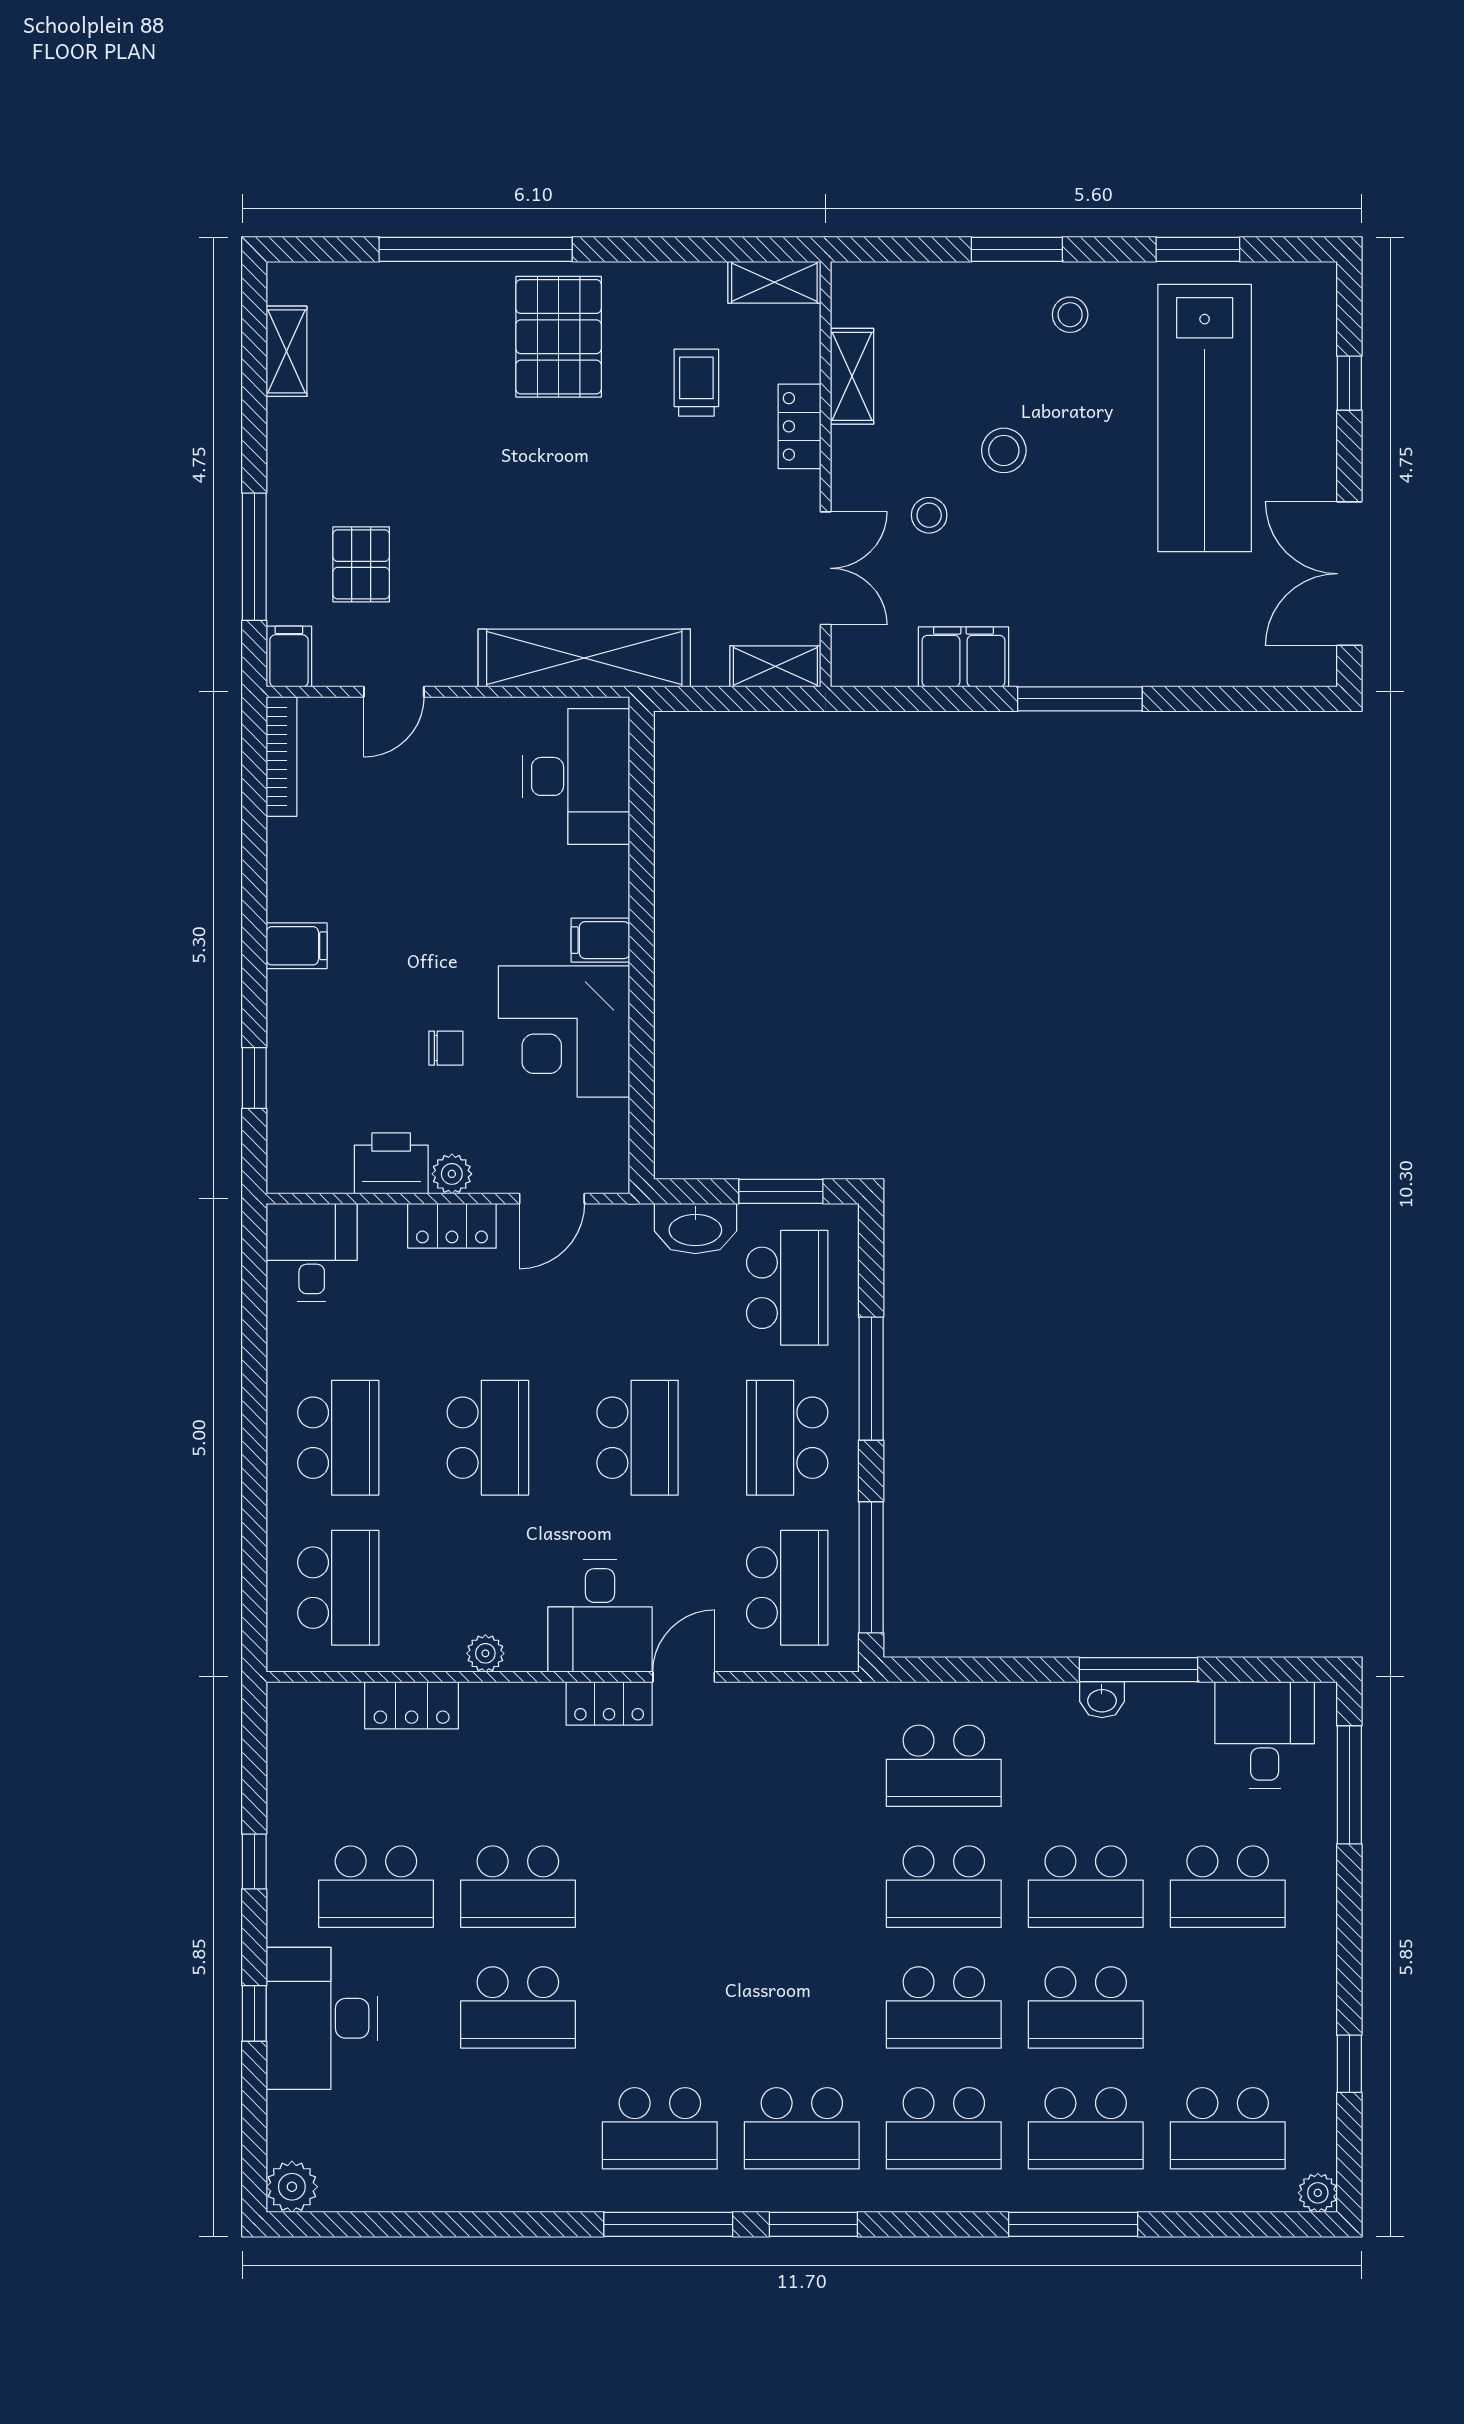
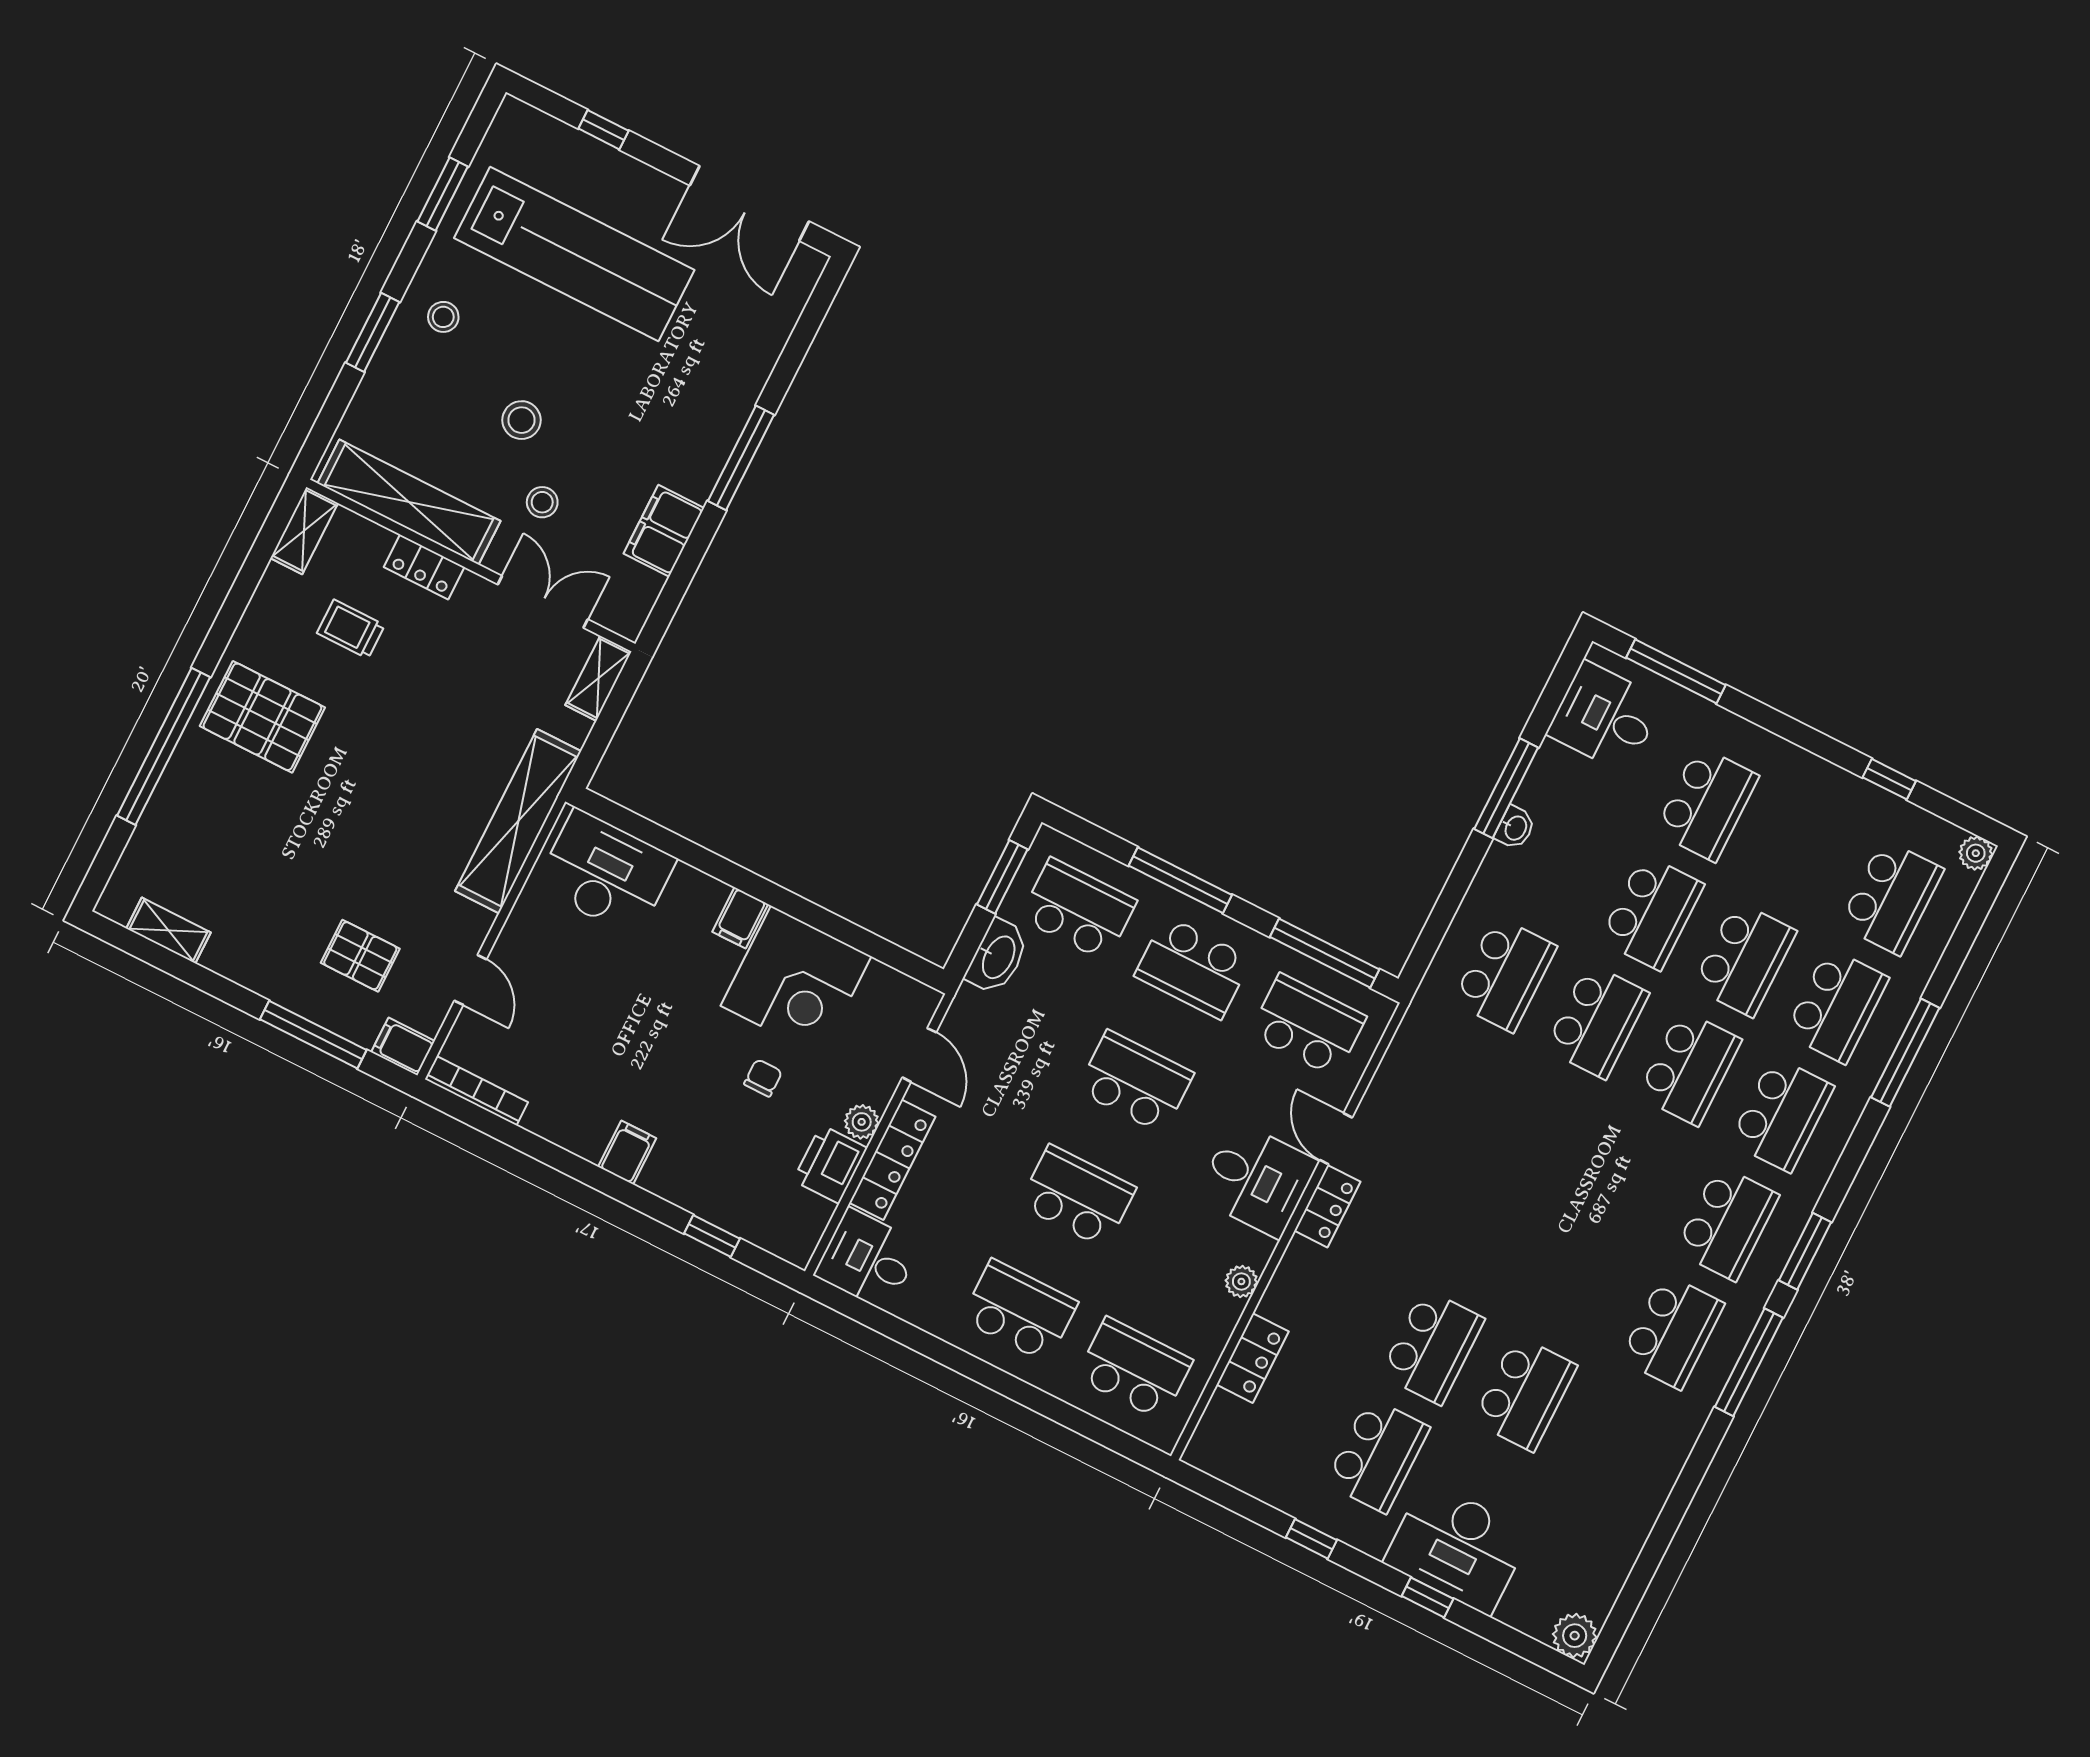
shelving: (852, 376) -> (409, 502), width x2.20, depth x1.33
locker: (452, 1226) -> (892, 1160), width x1.53

